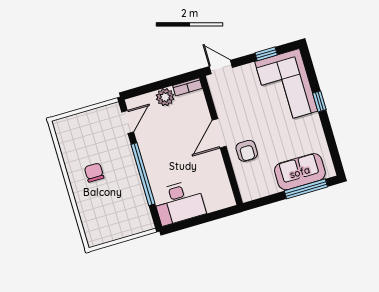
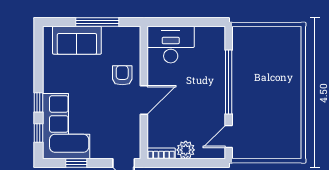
window: (311, 72) -> (39, 133), added
chair: (94, 173) -> (275, 97), removed
window: (306, 189) -> (97, 22), moved
desk: (179, 202) -> (171, 45), moved

